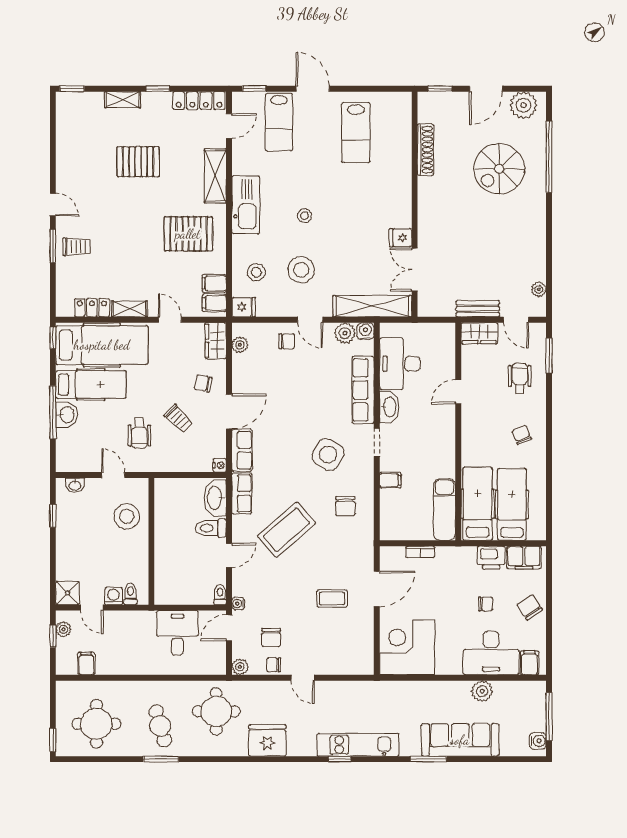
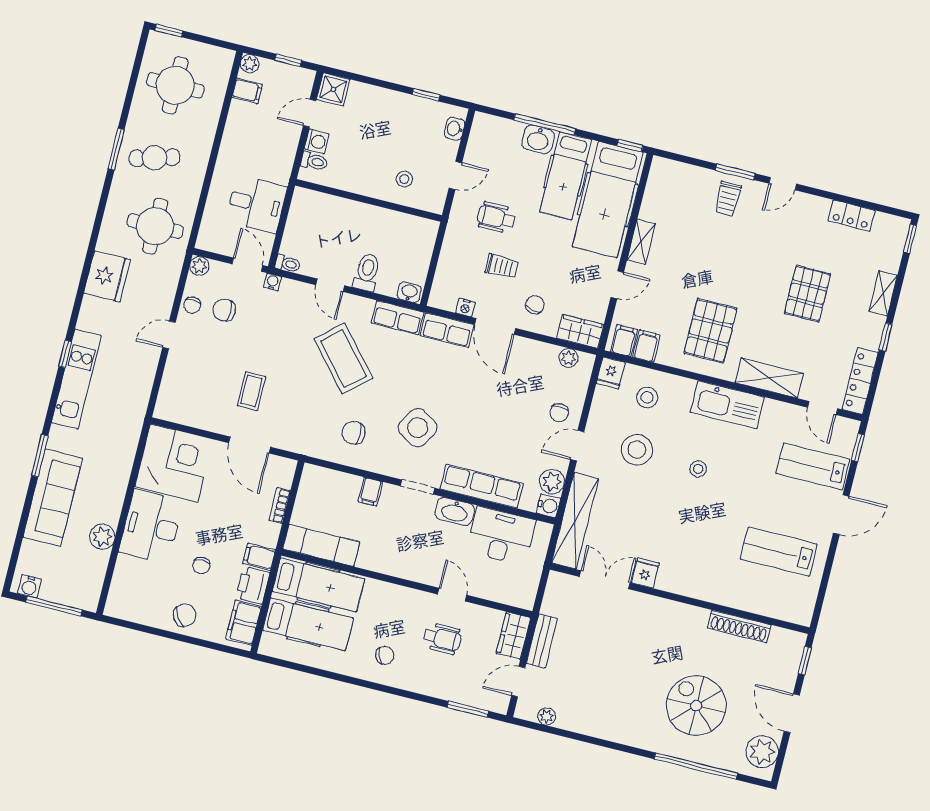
locker: (92, 308) -> (851, 216), moved, turned 90
wheelchair: (520, 378) -> (442, 638), moved
trolley: (178, 419) -> (501, 266), turned -135
nightstand: (220, 465) -> (465, 308), moved
washbasin: (215, 498) -> (409, 292), width x0.52, depth x0.69
stool: (127, 516) -> (404, 179), width x0.53, depth x0.53
plant: (64, 629) -> (250, 64), moved
desk: (491, 653) -> (151, 527), moved
filing cabinet: (529, 663) -> (259, 557), moved, turned 180
chair: (274, 665) -> (192, 305), turned 180

